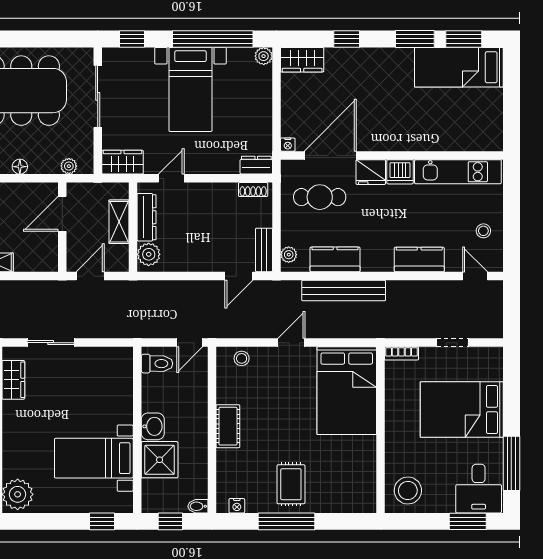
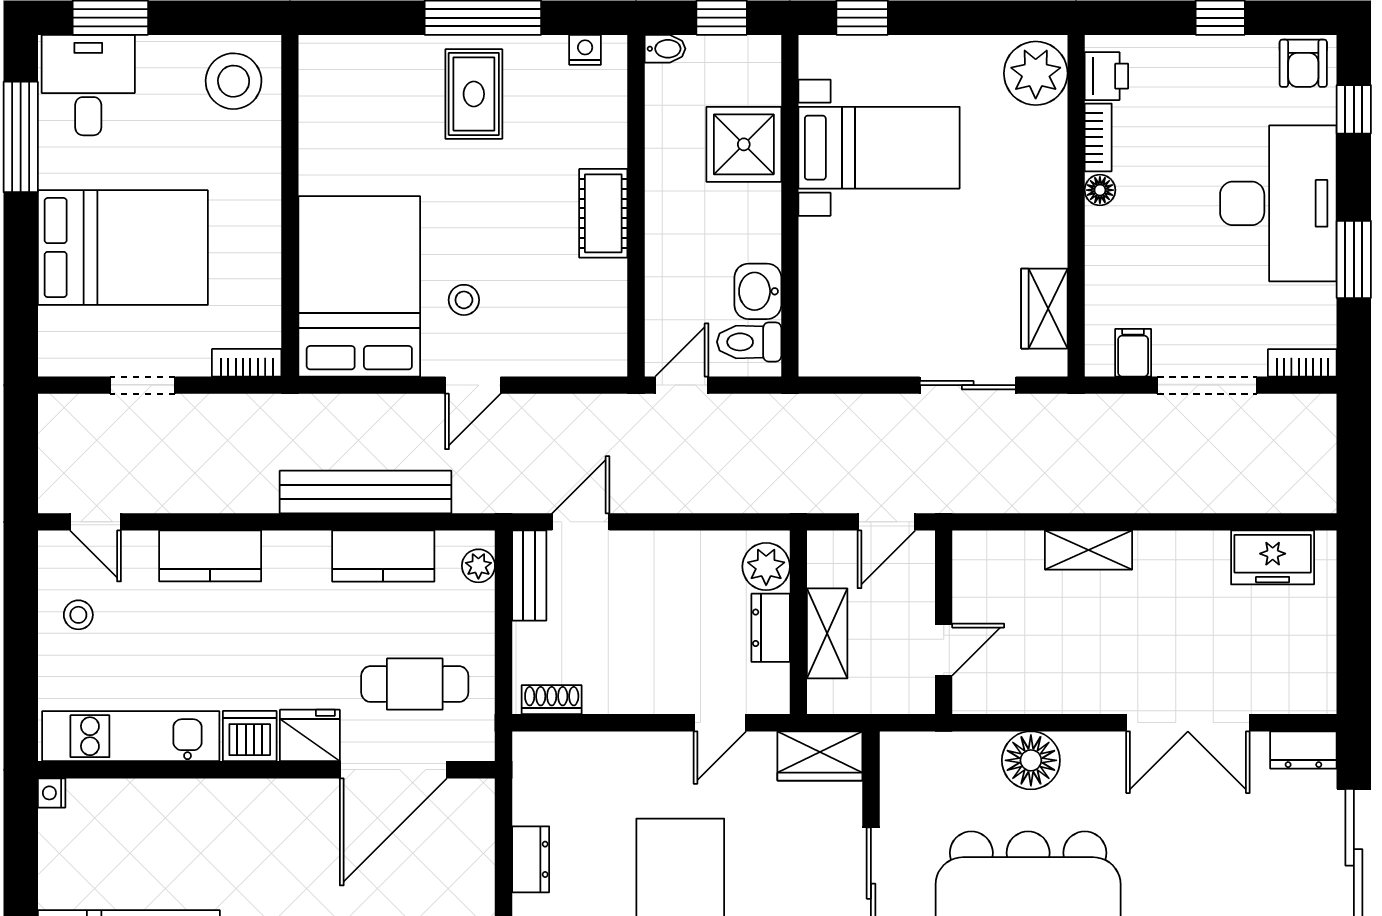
nightstand: (288, 145) -> (52, 793), moved, turned -90
dresser: (256, 165) -> (531, 859), moved, turned -90
plant: (69, 166) -> (930, 748), removed
floor lamp: (20, 167) -> (1031, 760), width x1.89, depth x1.89
door: (62, 214) -> (944, 650), width x0.73
dresser: (147, 217) -> (771, 628), width x0.70
stool: (242, 358) -> (464, 300), moved
washbasin: (153, 426) -> (758, 291), moved

